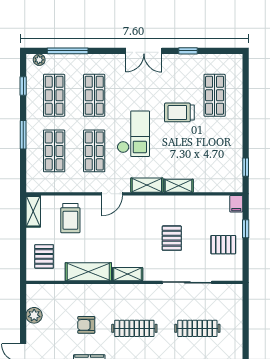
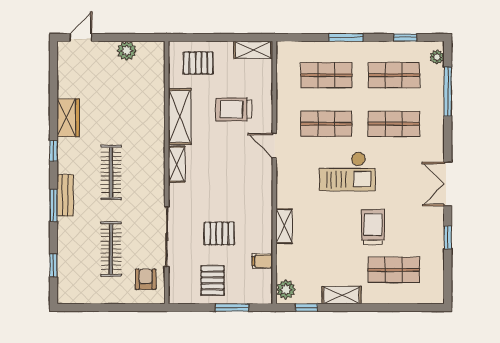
plant: (231, 184) -> (286, 289), added
shelving: (147, 185) -> (342, 295), moved, turned 90
filing cabinet: (236, 204) -> (262, 261), moved
trolley: (70, 218) -> (234, 109), moved
window: (246, 229) -> (232, 308), width x1.50
pallet: (172, 238) -> (219, 234), moved
armchair: (86, 325) -> (146, 279), moved

